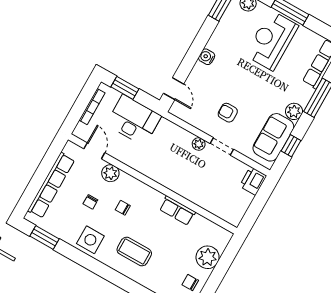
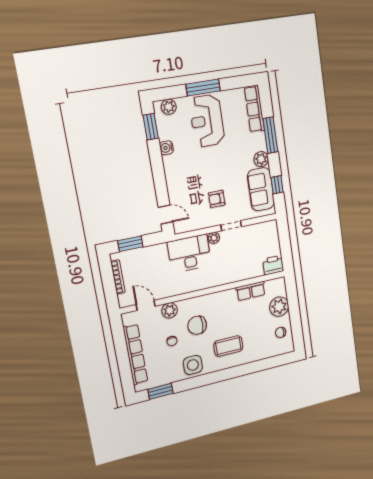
water cooler: (207, 57) -> (166, 148), moved
desk: (134, 120) -> (189, 253), moved
printer: (253, 181) -> (273, 265), moved, turned 90
chair: (123, 208) -> (197, 325), width x1.87, depth x1.87
row of seats: (177, 211) -> (251, 291), moved

